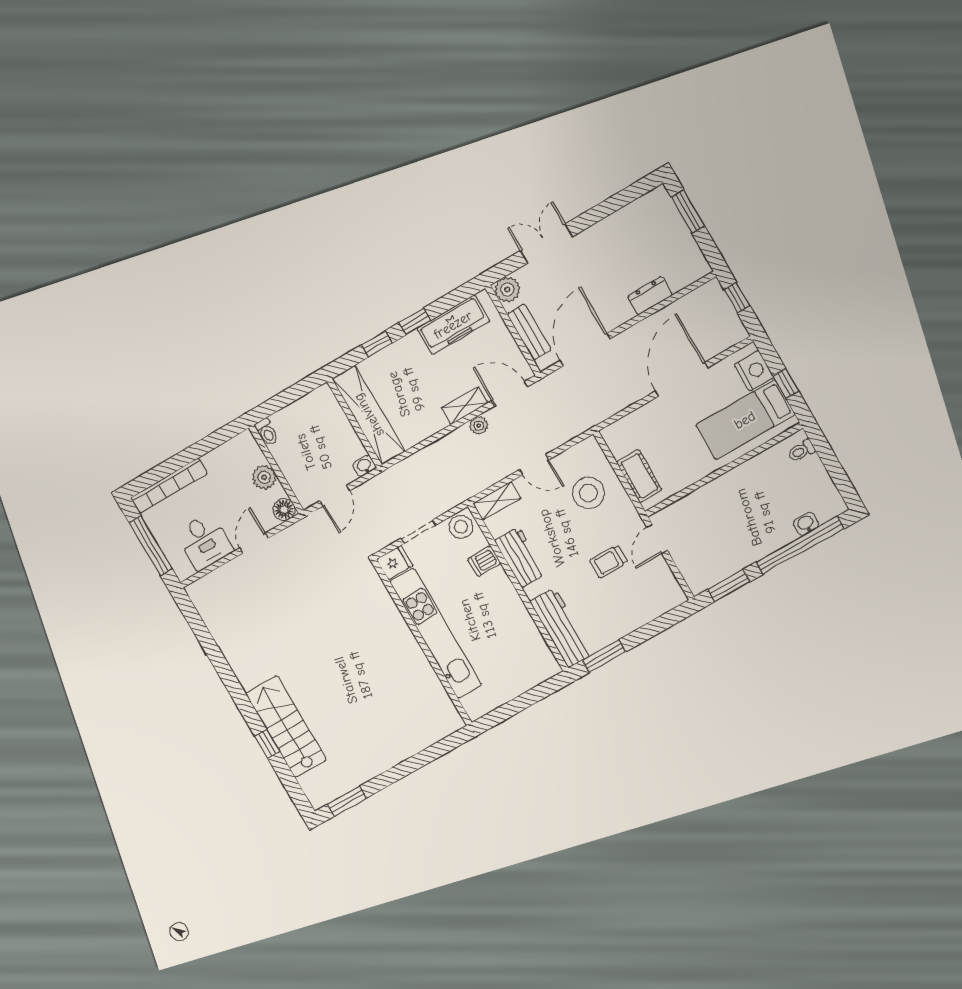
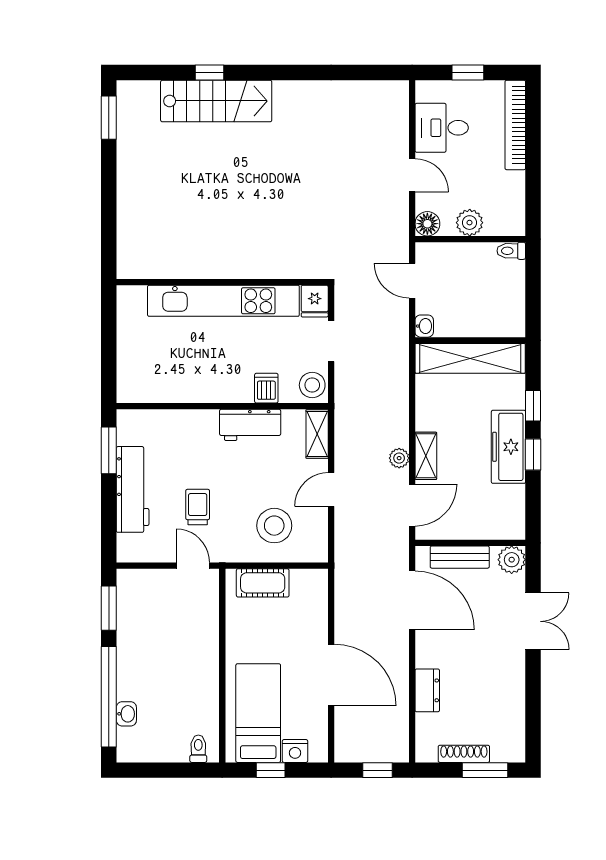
shoe rack: (684, 236) -> (464, 754), added
freezer: (453, 325) -> (508, 447), moved
nightstand: (754, 371) -> (295, 751), width x0.74, depth x0.75
window: (151, 546) -> (468, 72), width x0.46
workbench: (561, 628) -> (133, 489), moved, turned -90

